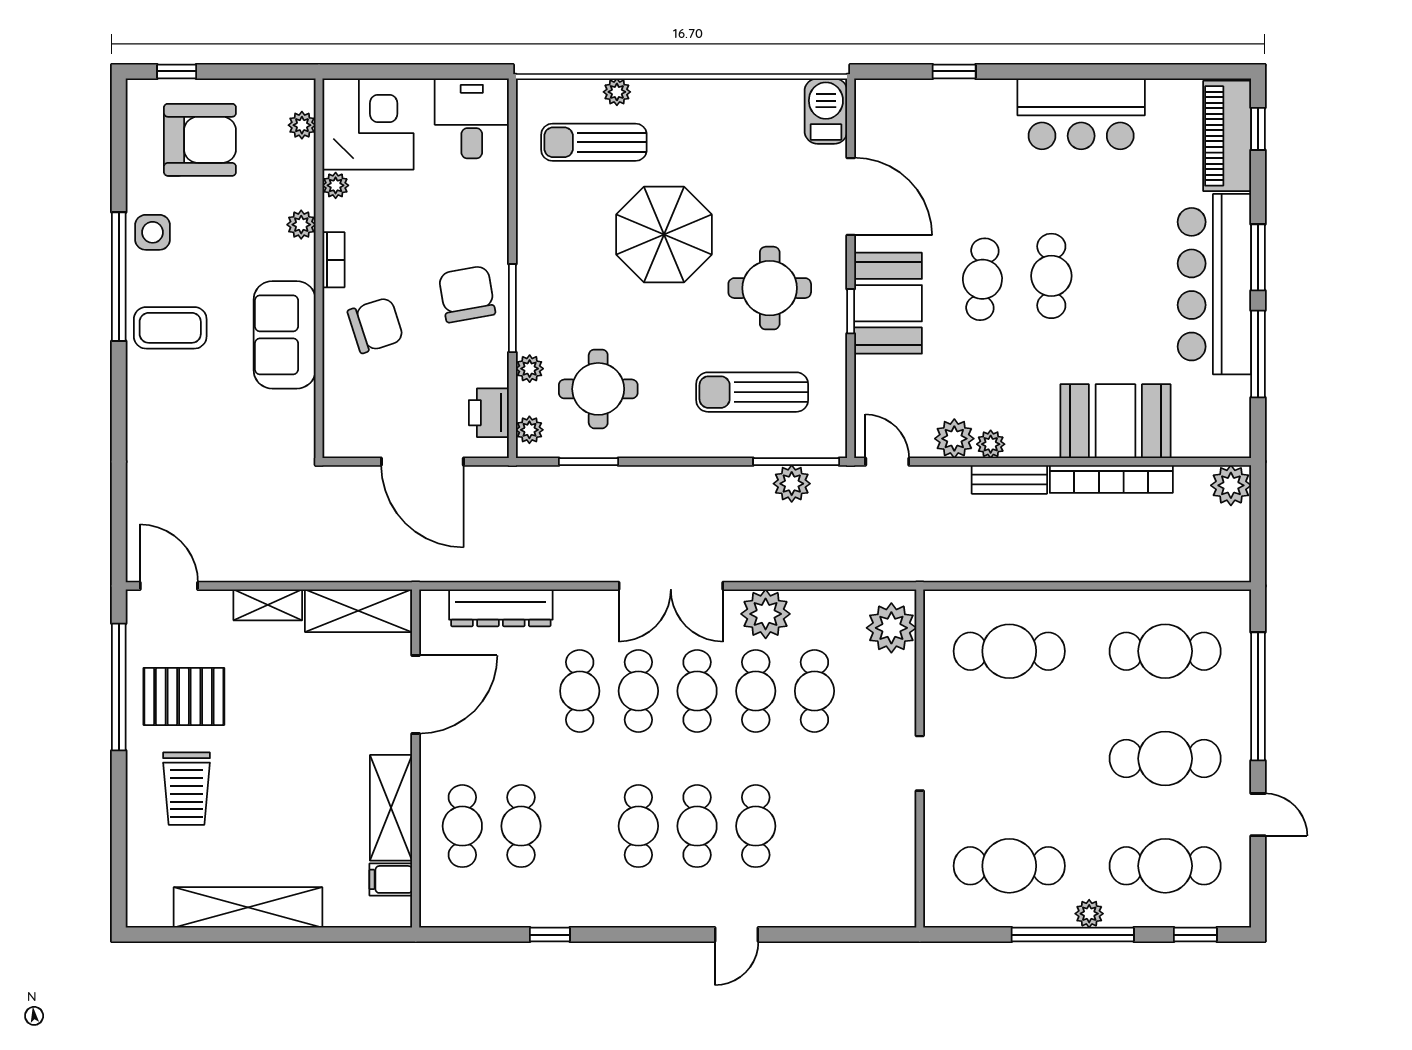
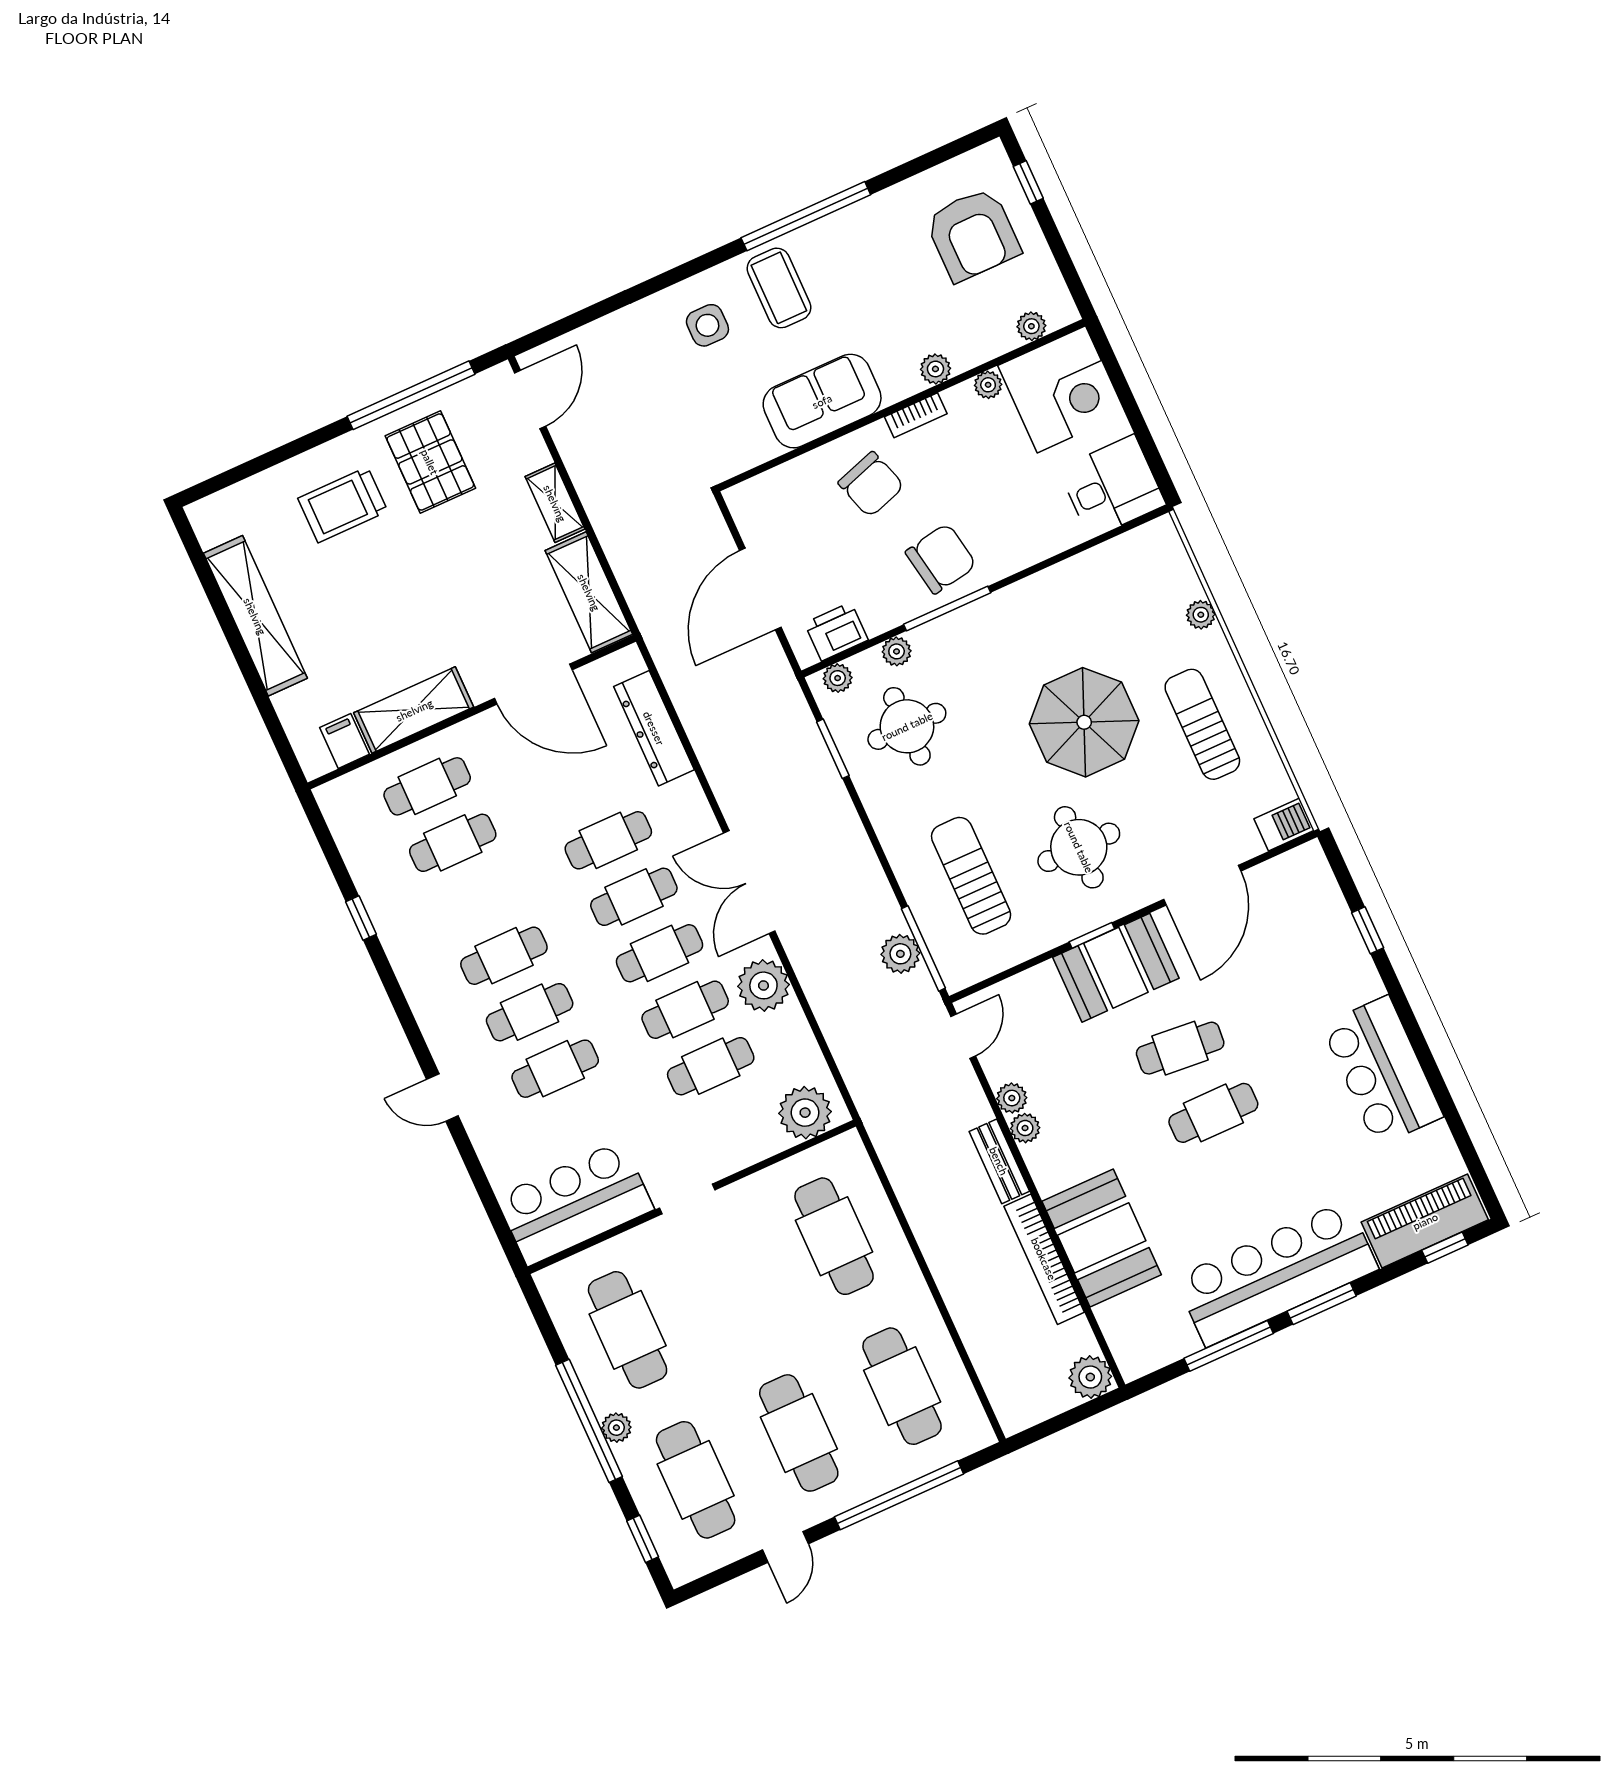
barbecue: (826, 111) -> (1284, 825), width x0.73, depth x0.79
sun lounger: (594, 142) -> (1202, 724), moved
side table: (153, 232) -> (707, 325), moved
plant: (954, 439) -> (1012, 1098), width x0.73, depth x0.73
bar counter: (880, 862) -> (575, 1203), added

